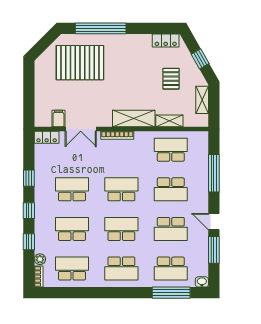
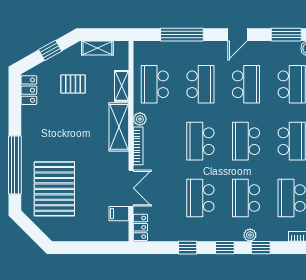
plant: (141, 137) -> (140, 119), added
window: (214, 250) -> (286, 35), moved
plant: (40, 259) -> (250, 235), moved

